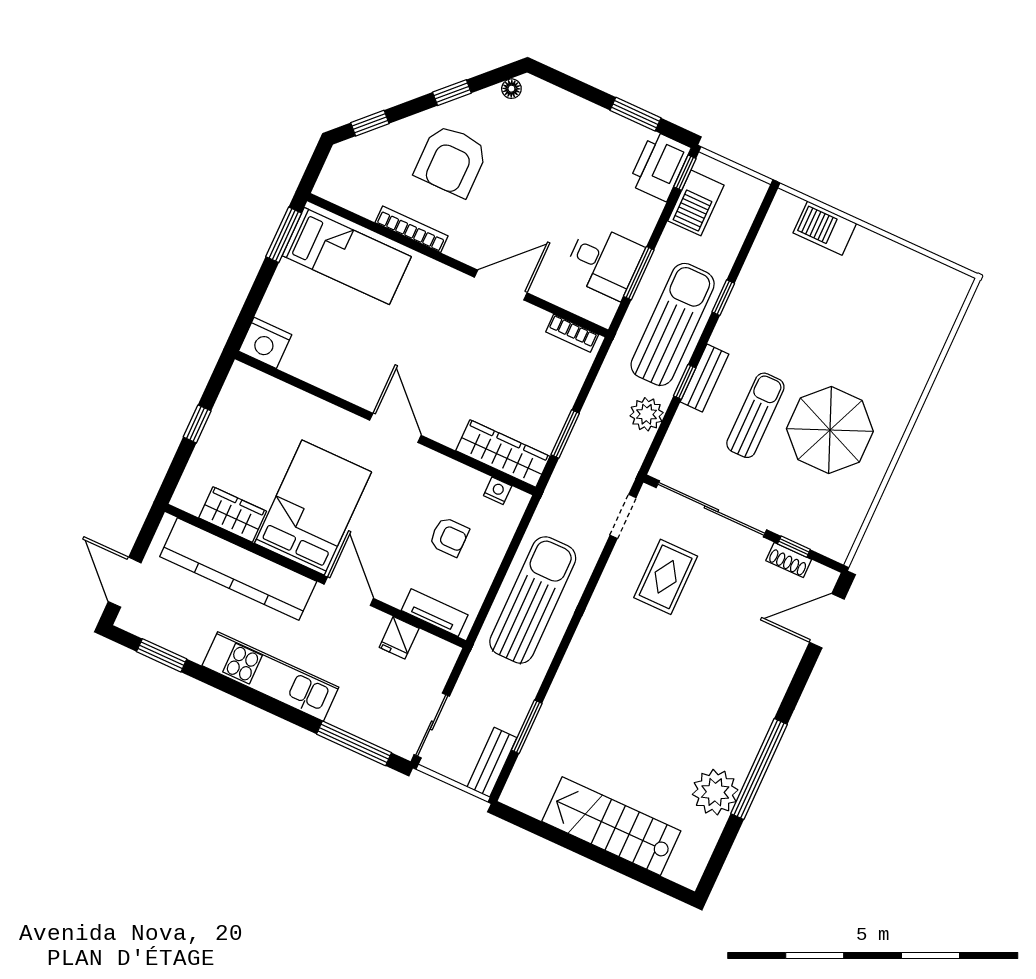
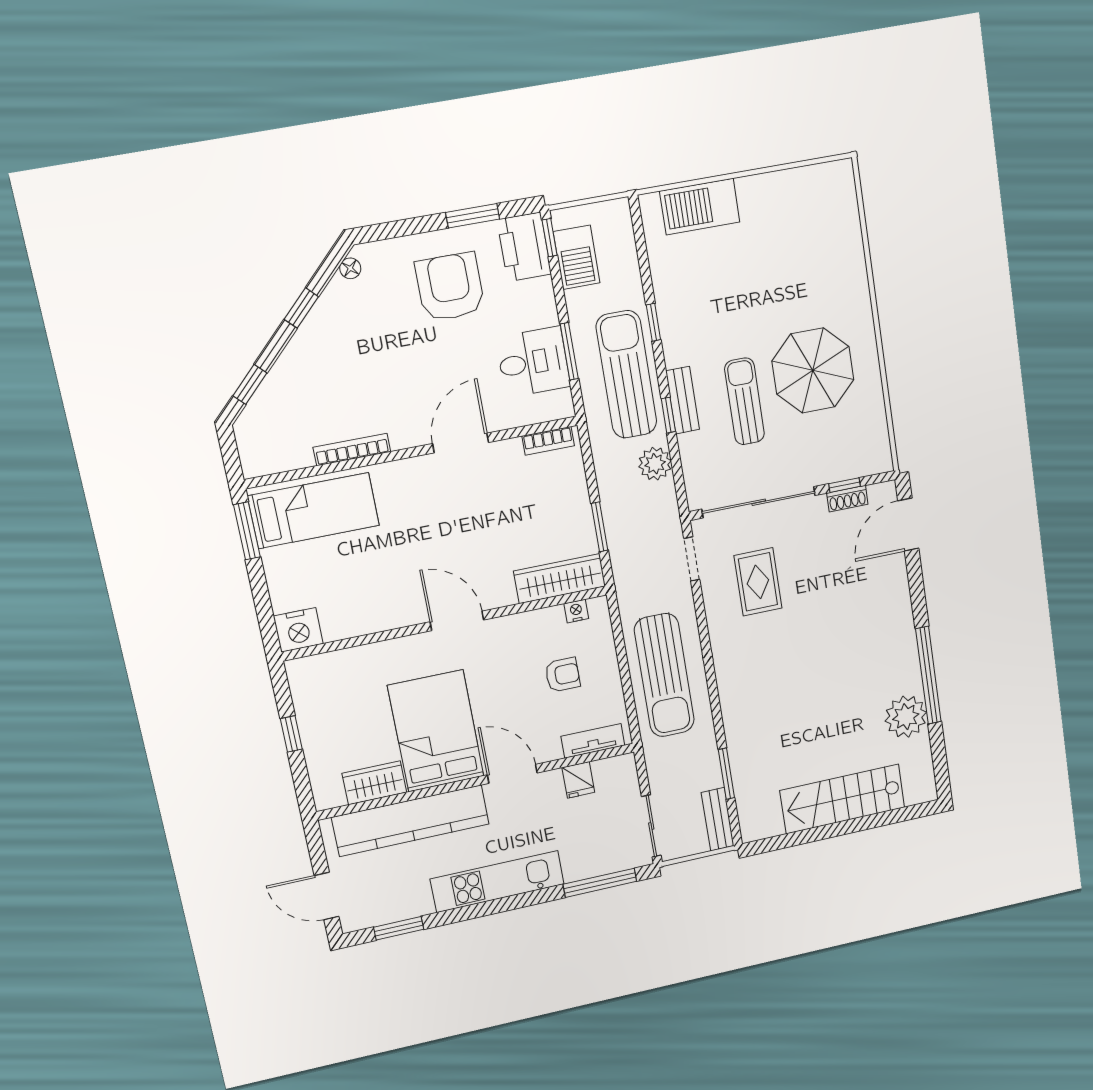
armchair: (451, 161) -> (450, 287), moved, turned 180
barbecue: (825, 228) -> (700, 207), width x1.37, depth x1.21
sun lounger: (533, 600) -> (664, 675), turned 180

